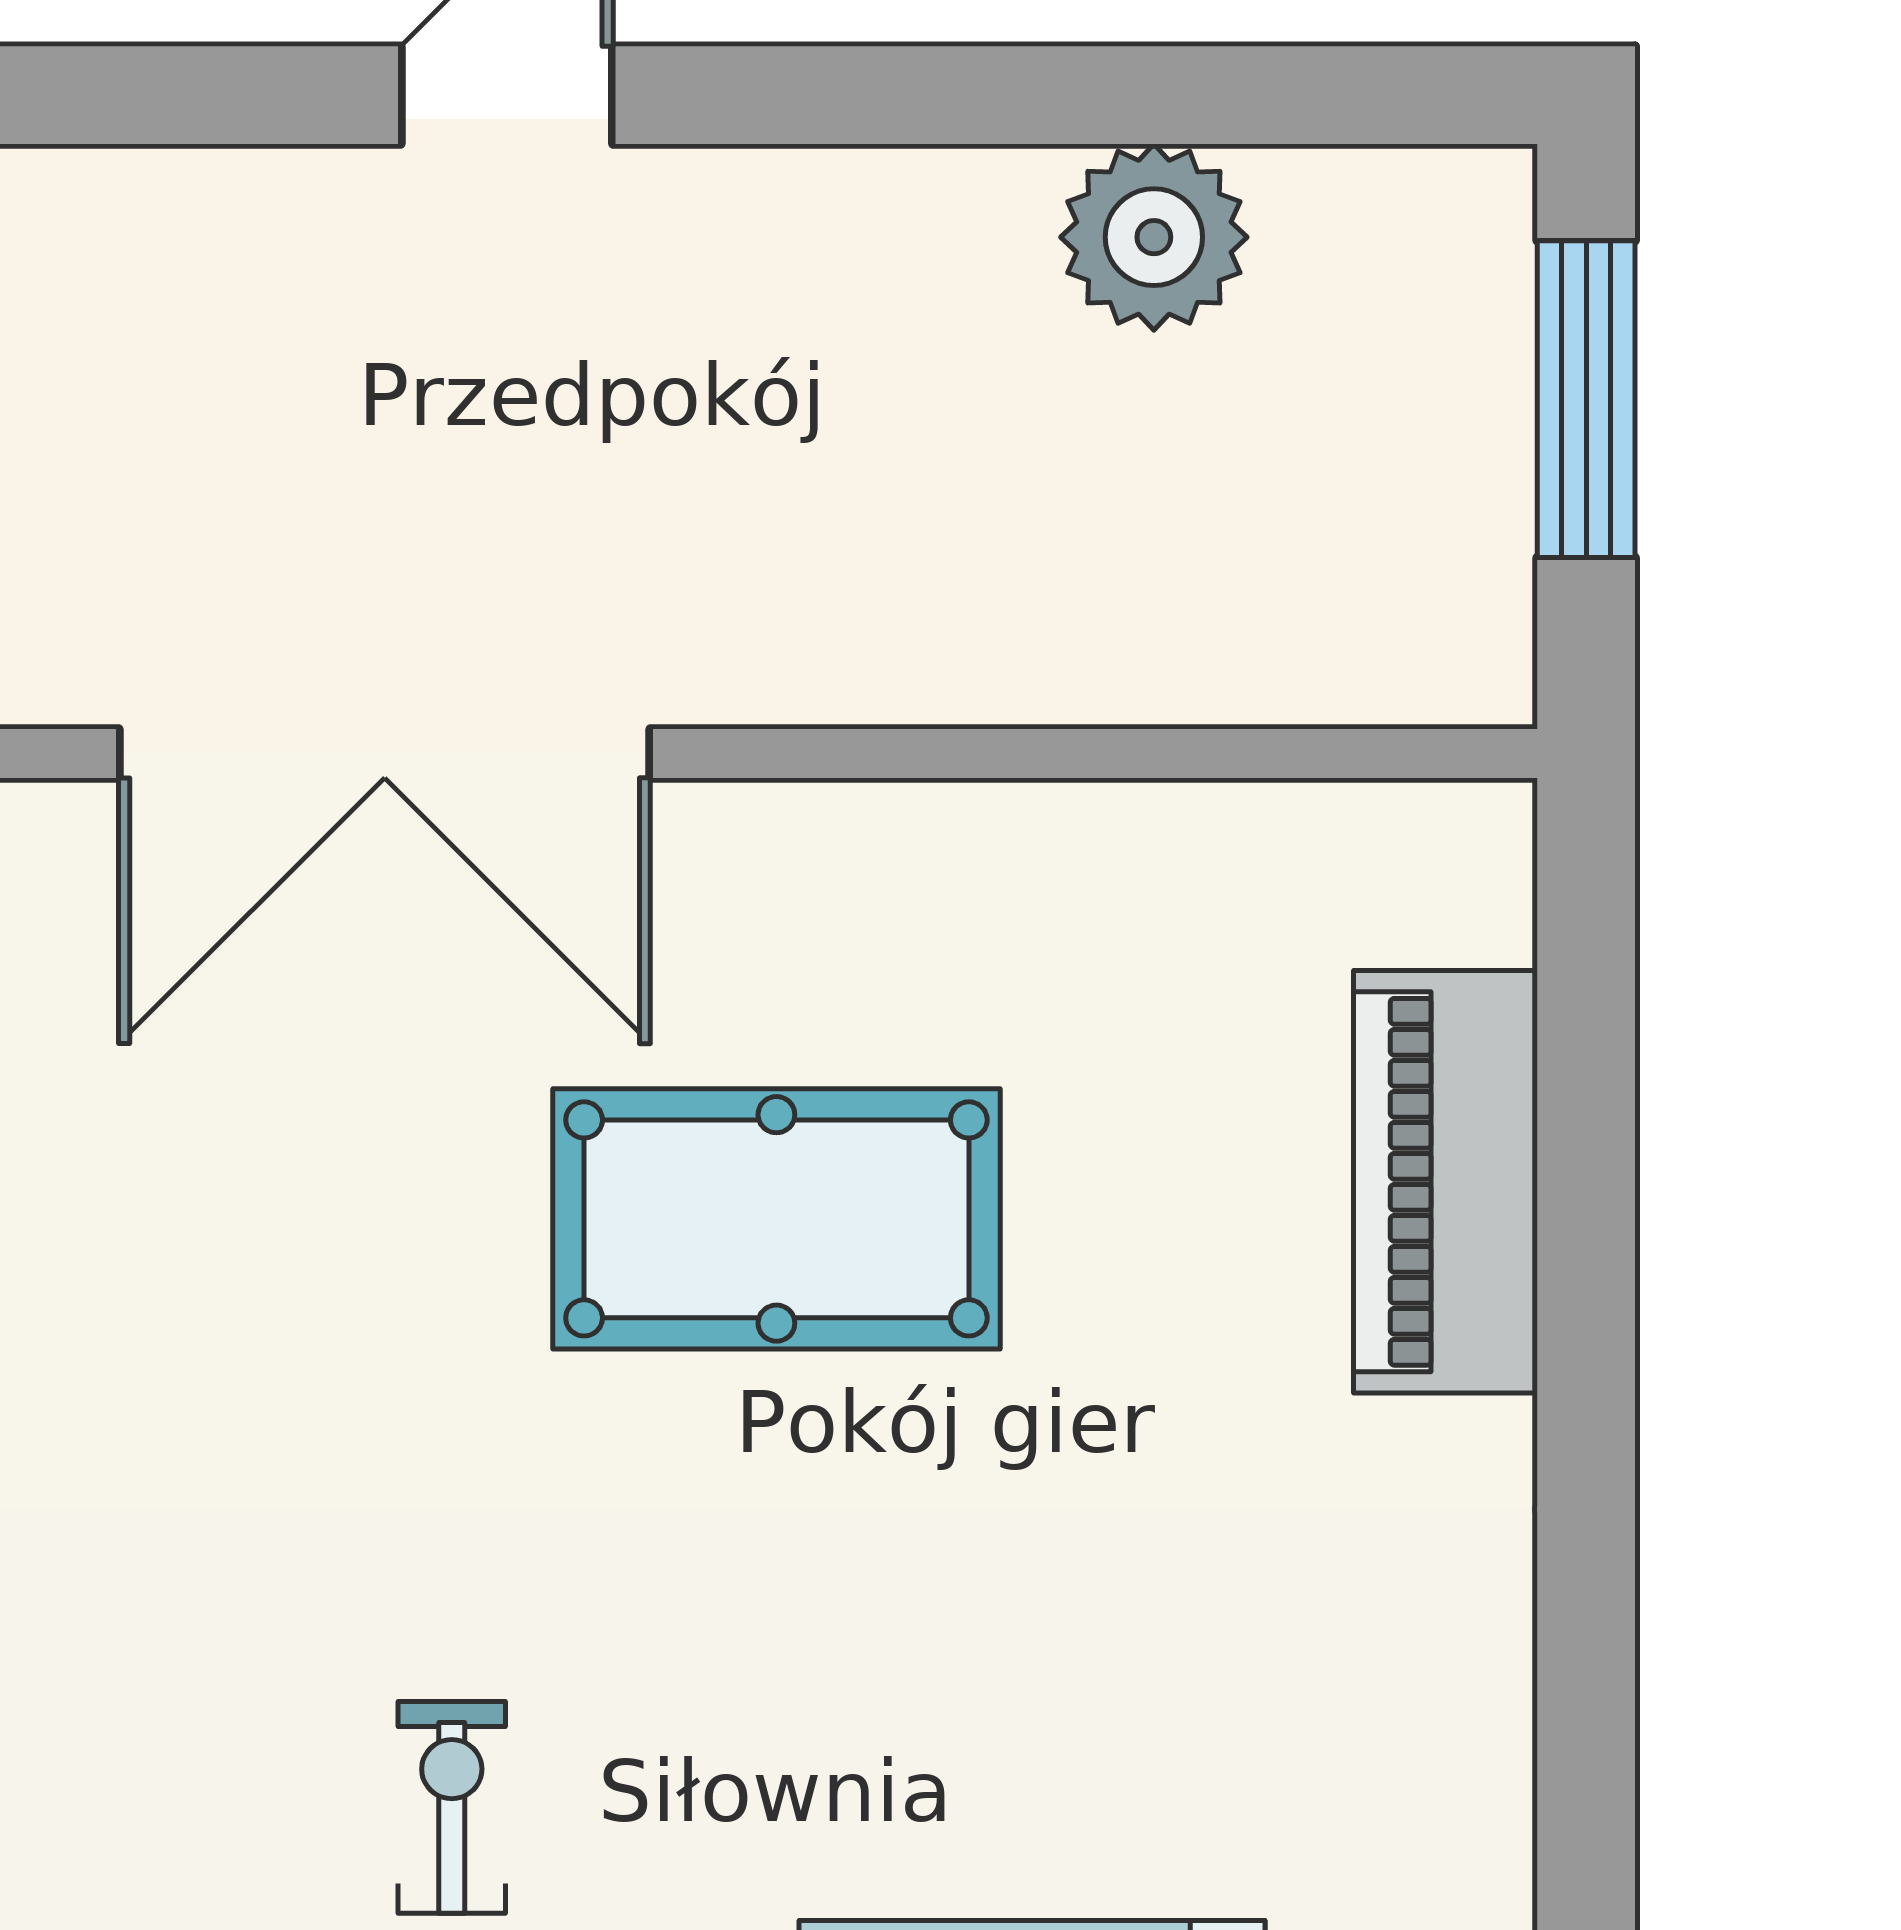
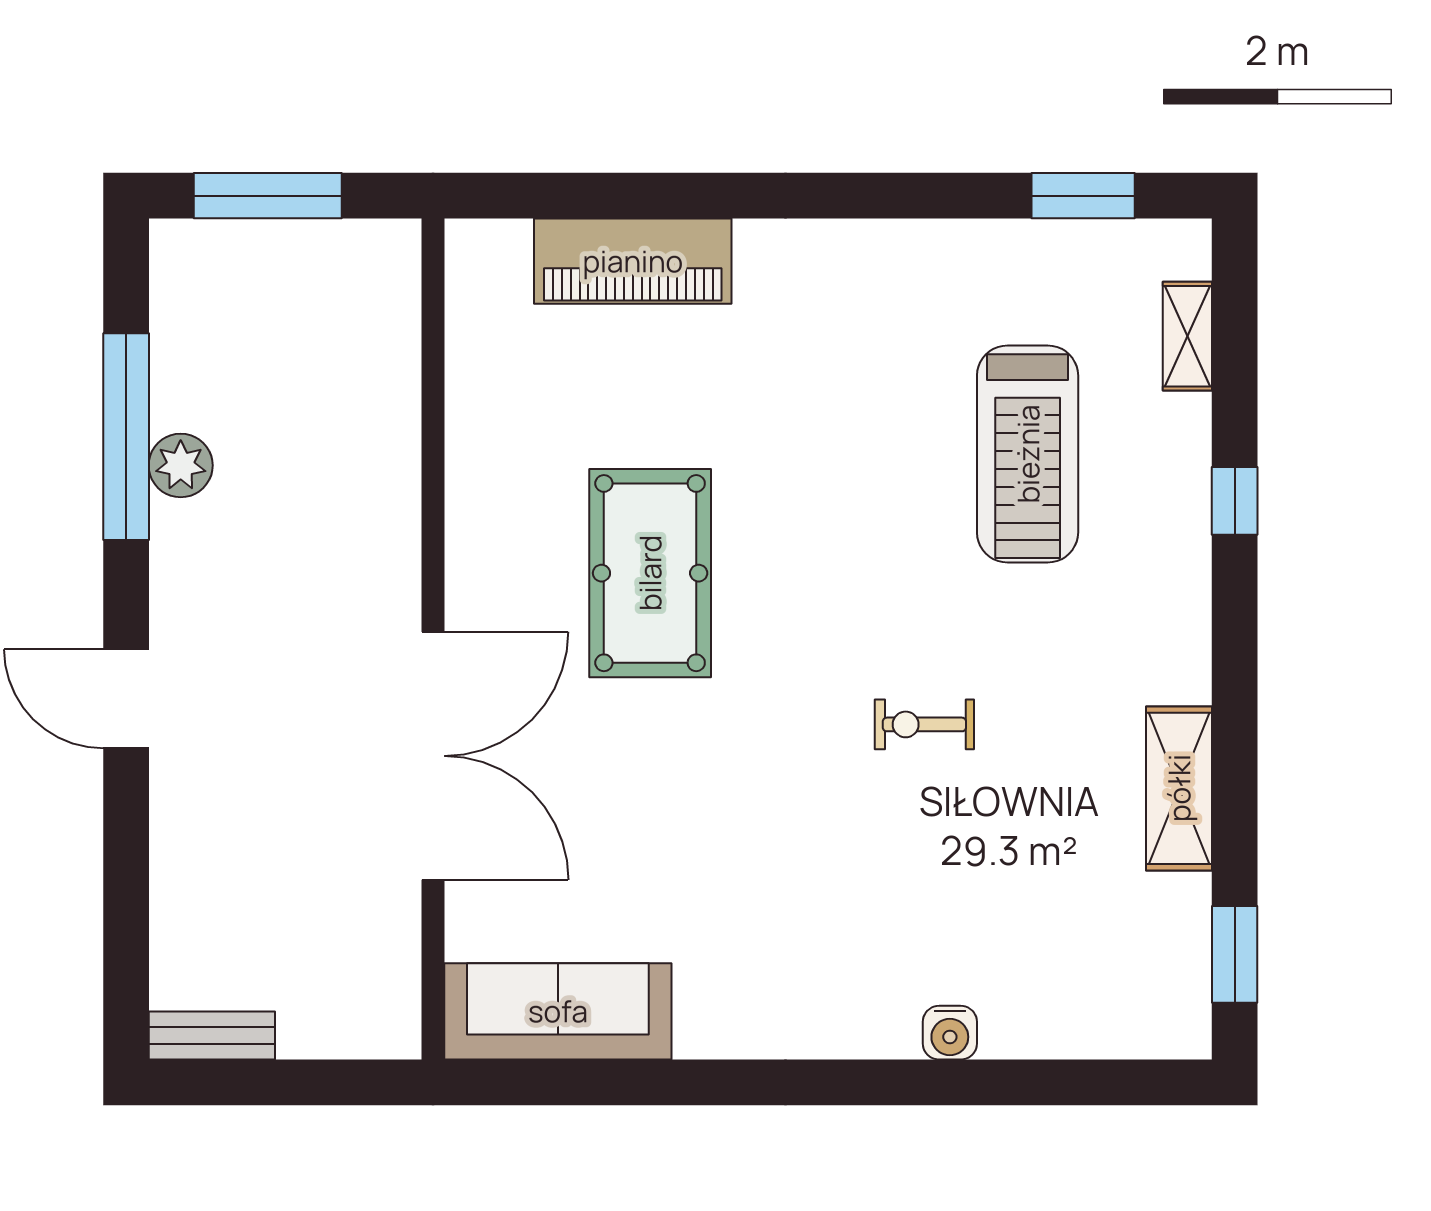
window: (1069, 95) -> (126, 437), added
plant: (1154, 237) -> (181, 465), moved, width x0.73, depth x0.73

